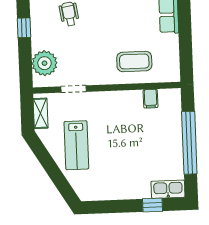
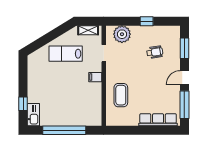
filing cabinet: (151, 99) -> (95, 77), moved

